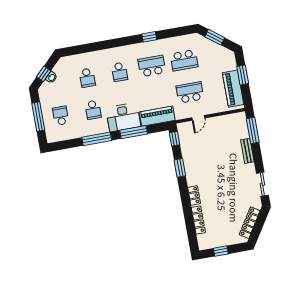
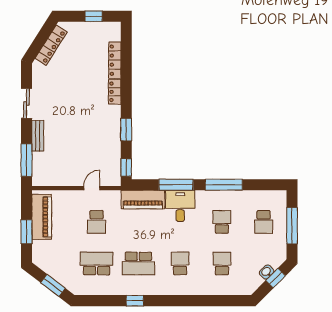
school desk: (190, 92) -> (97, 222), width x0.54
desk: (123, 117) -> (180, 206), width x0.73
sliding door: (262, 184) -> (26, 103), moved

